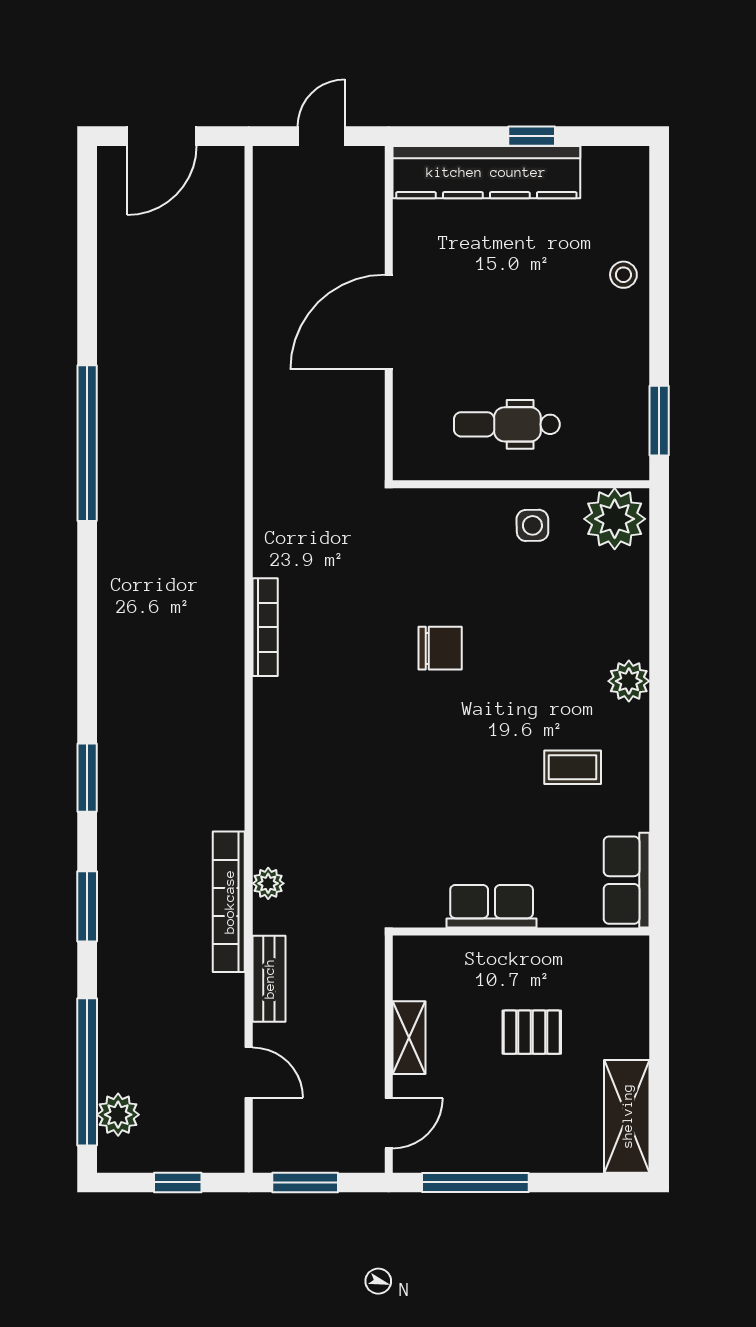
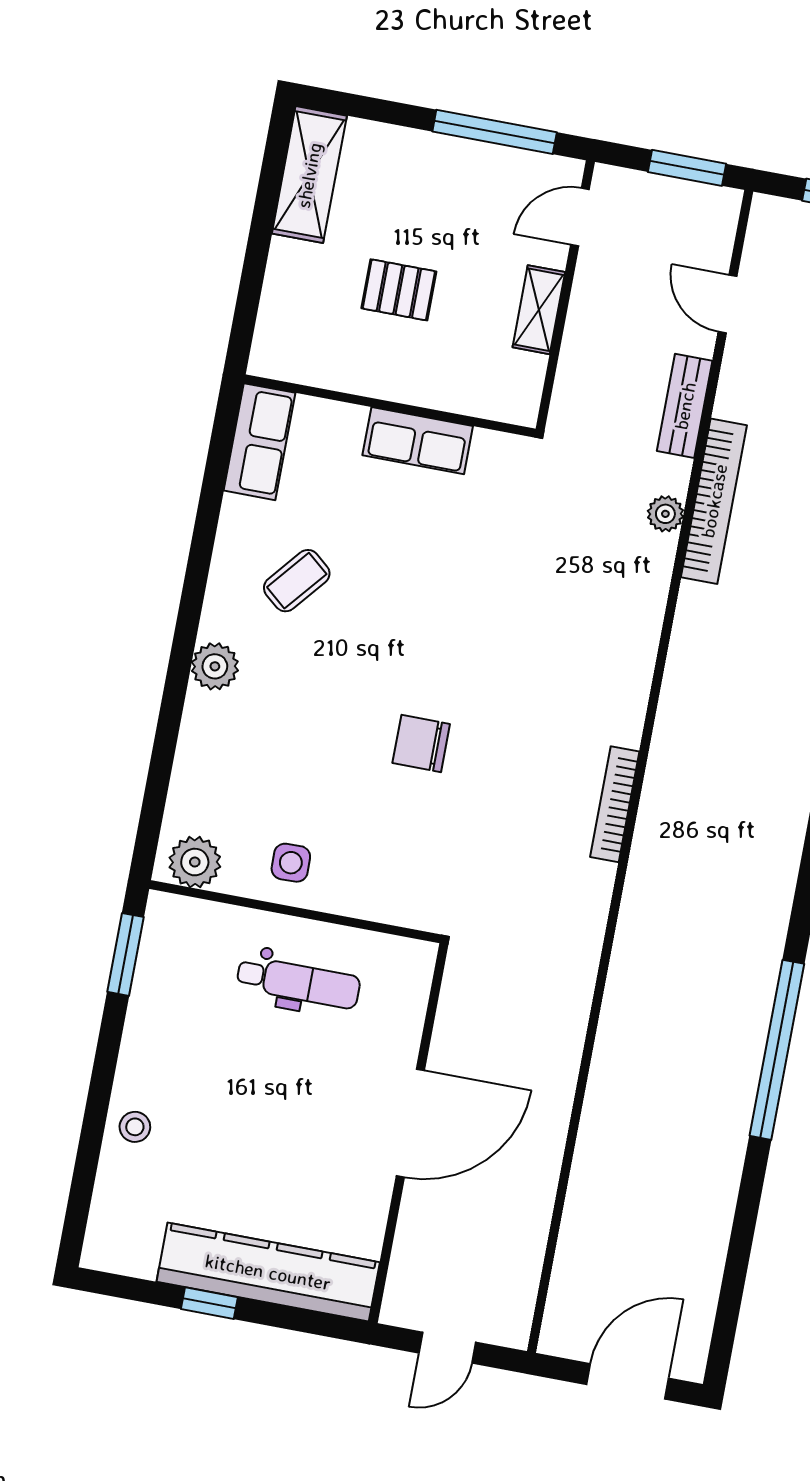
plant: (615, 519) -> (195, 862), width x0.73, depth x0.73
coffee table: (573, 767) -> (297, 581), turned -50

